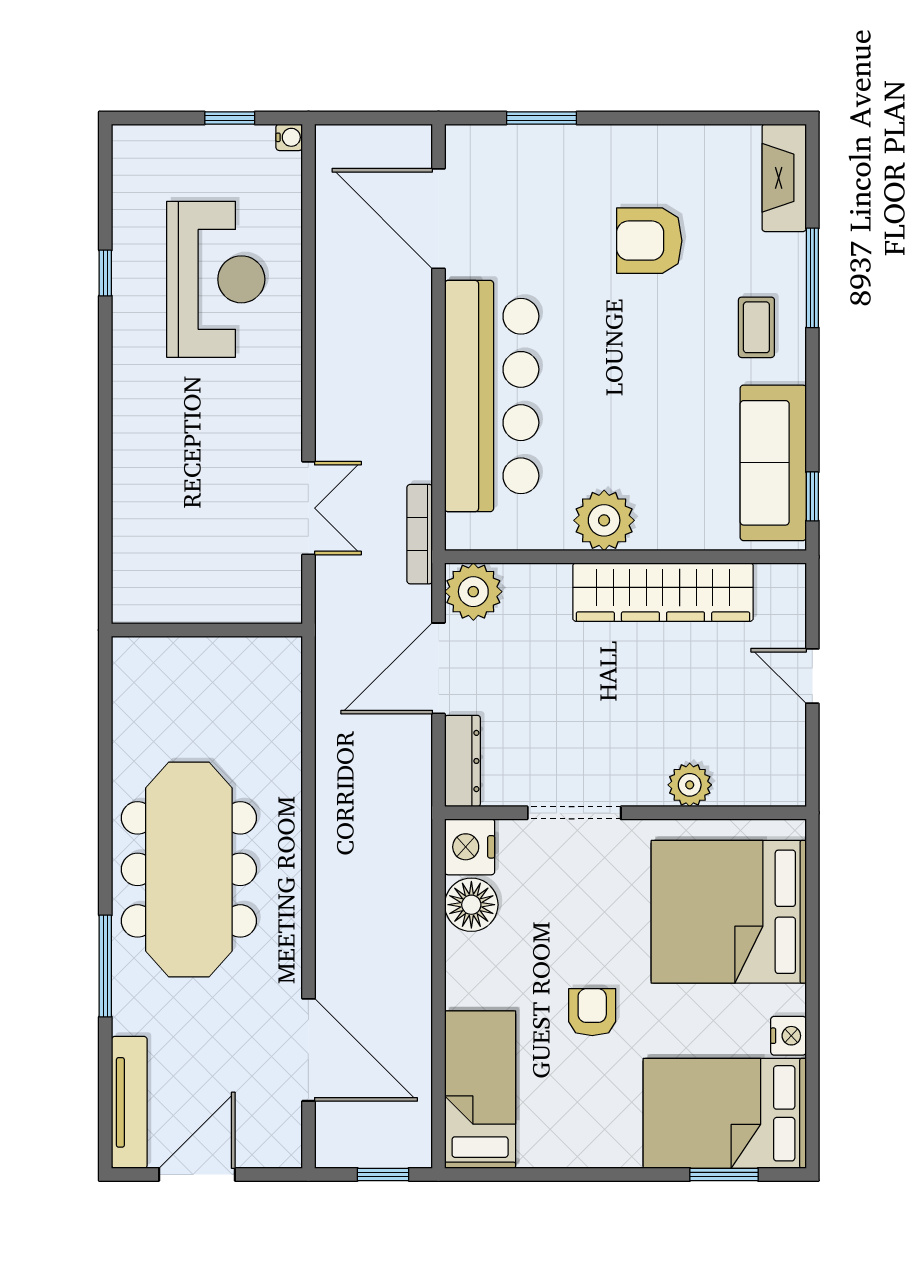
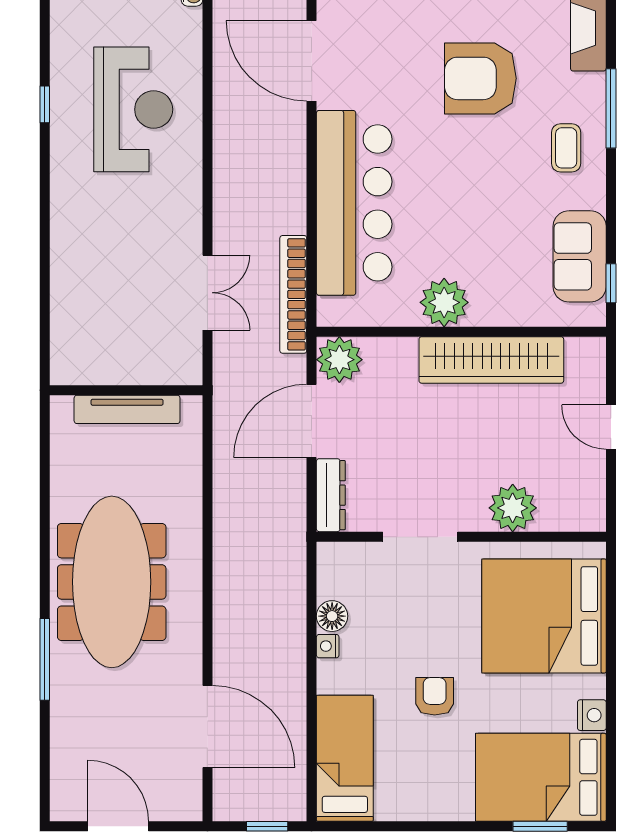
armchair: (649, 241) -> (480, 78), width x1.36, depth x1.36
sofa: (773, 463) -> (580, 256), width x0.73
bookcase: (420, 534) -> (293, 294), width x1.48, depth x1.31
plant: (690, 785) -> (513, 508), width x1.36, depth x1.36
nightstand: (470, 847) -> (328, 646), moved, width x0.53, depth x0.56
floor lamp: (471, 905) -> (332, 616), width x0.73, depth x0.73
tv unit: (129, 1102) -> (127, 409), moved, turned 90
door: (197, 1174) -> (118, 826), hinge flipped

